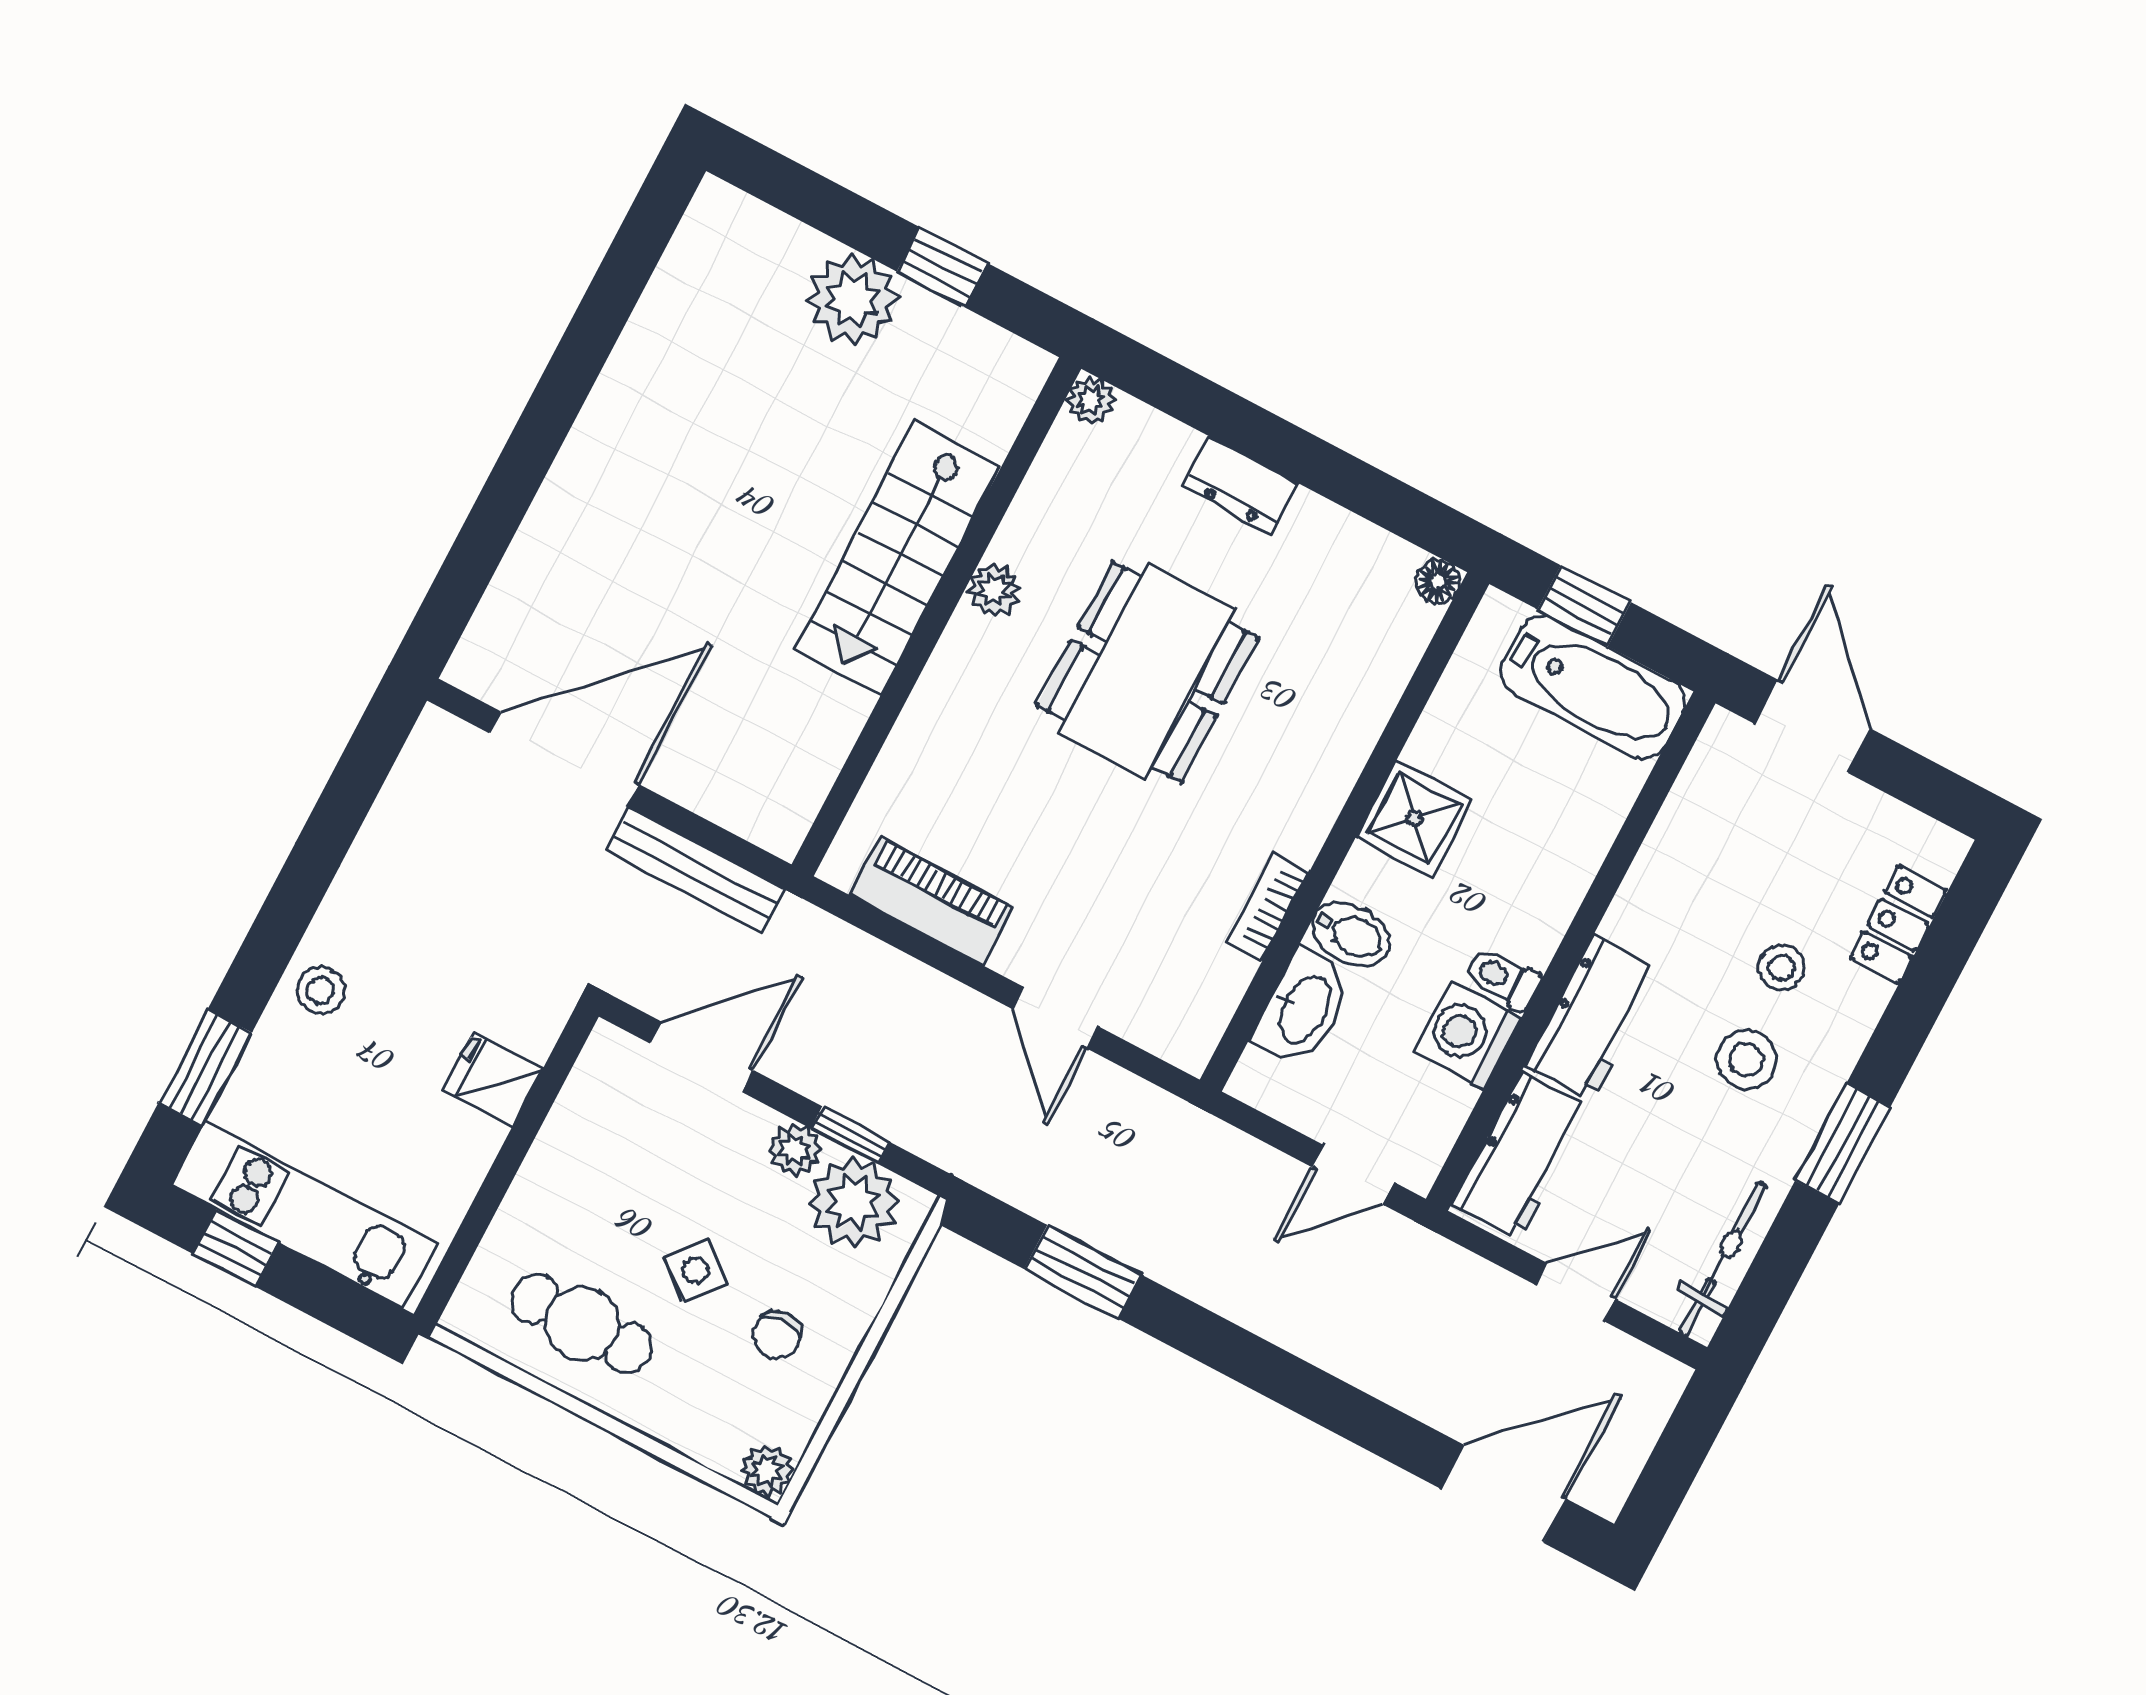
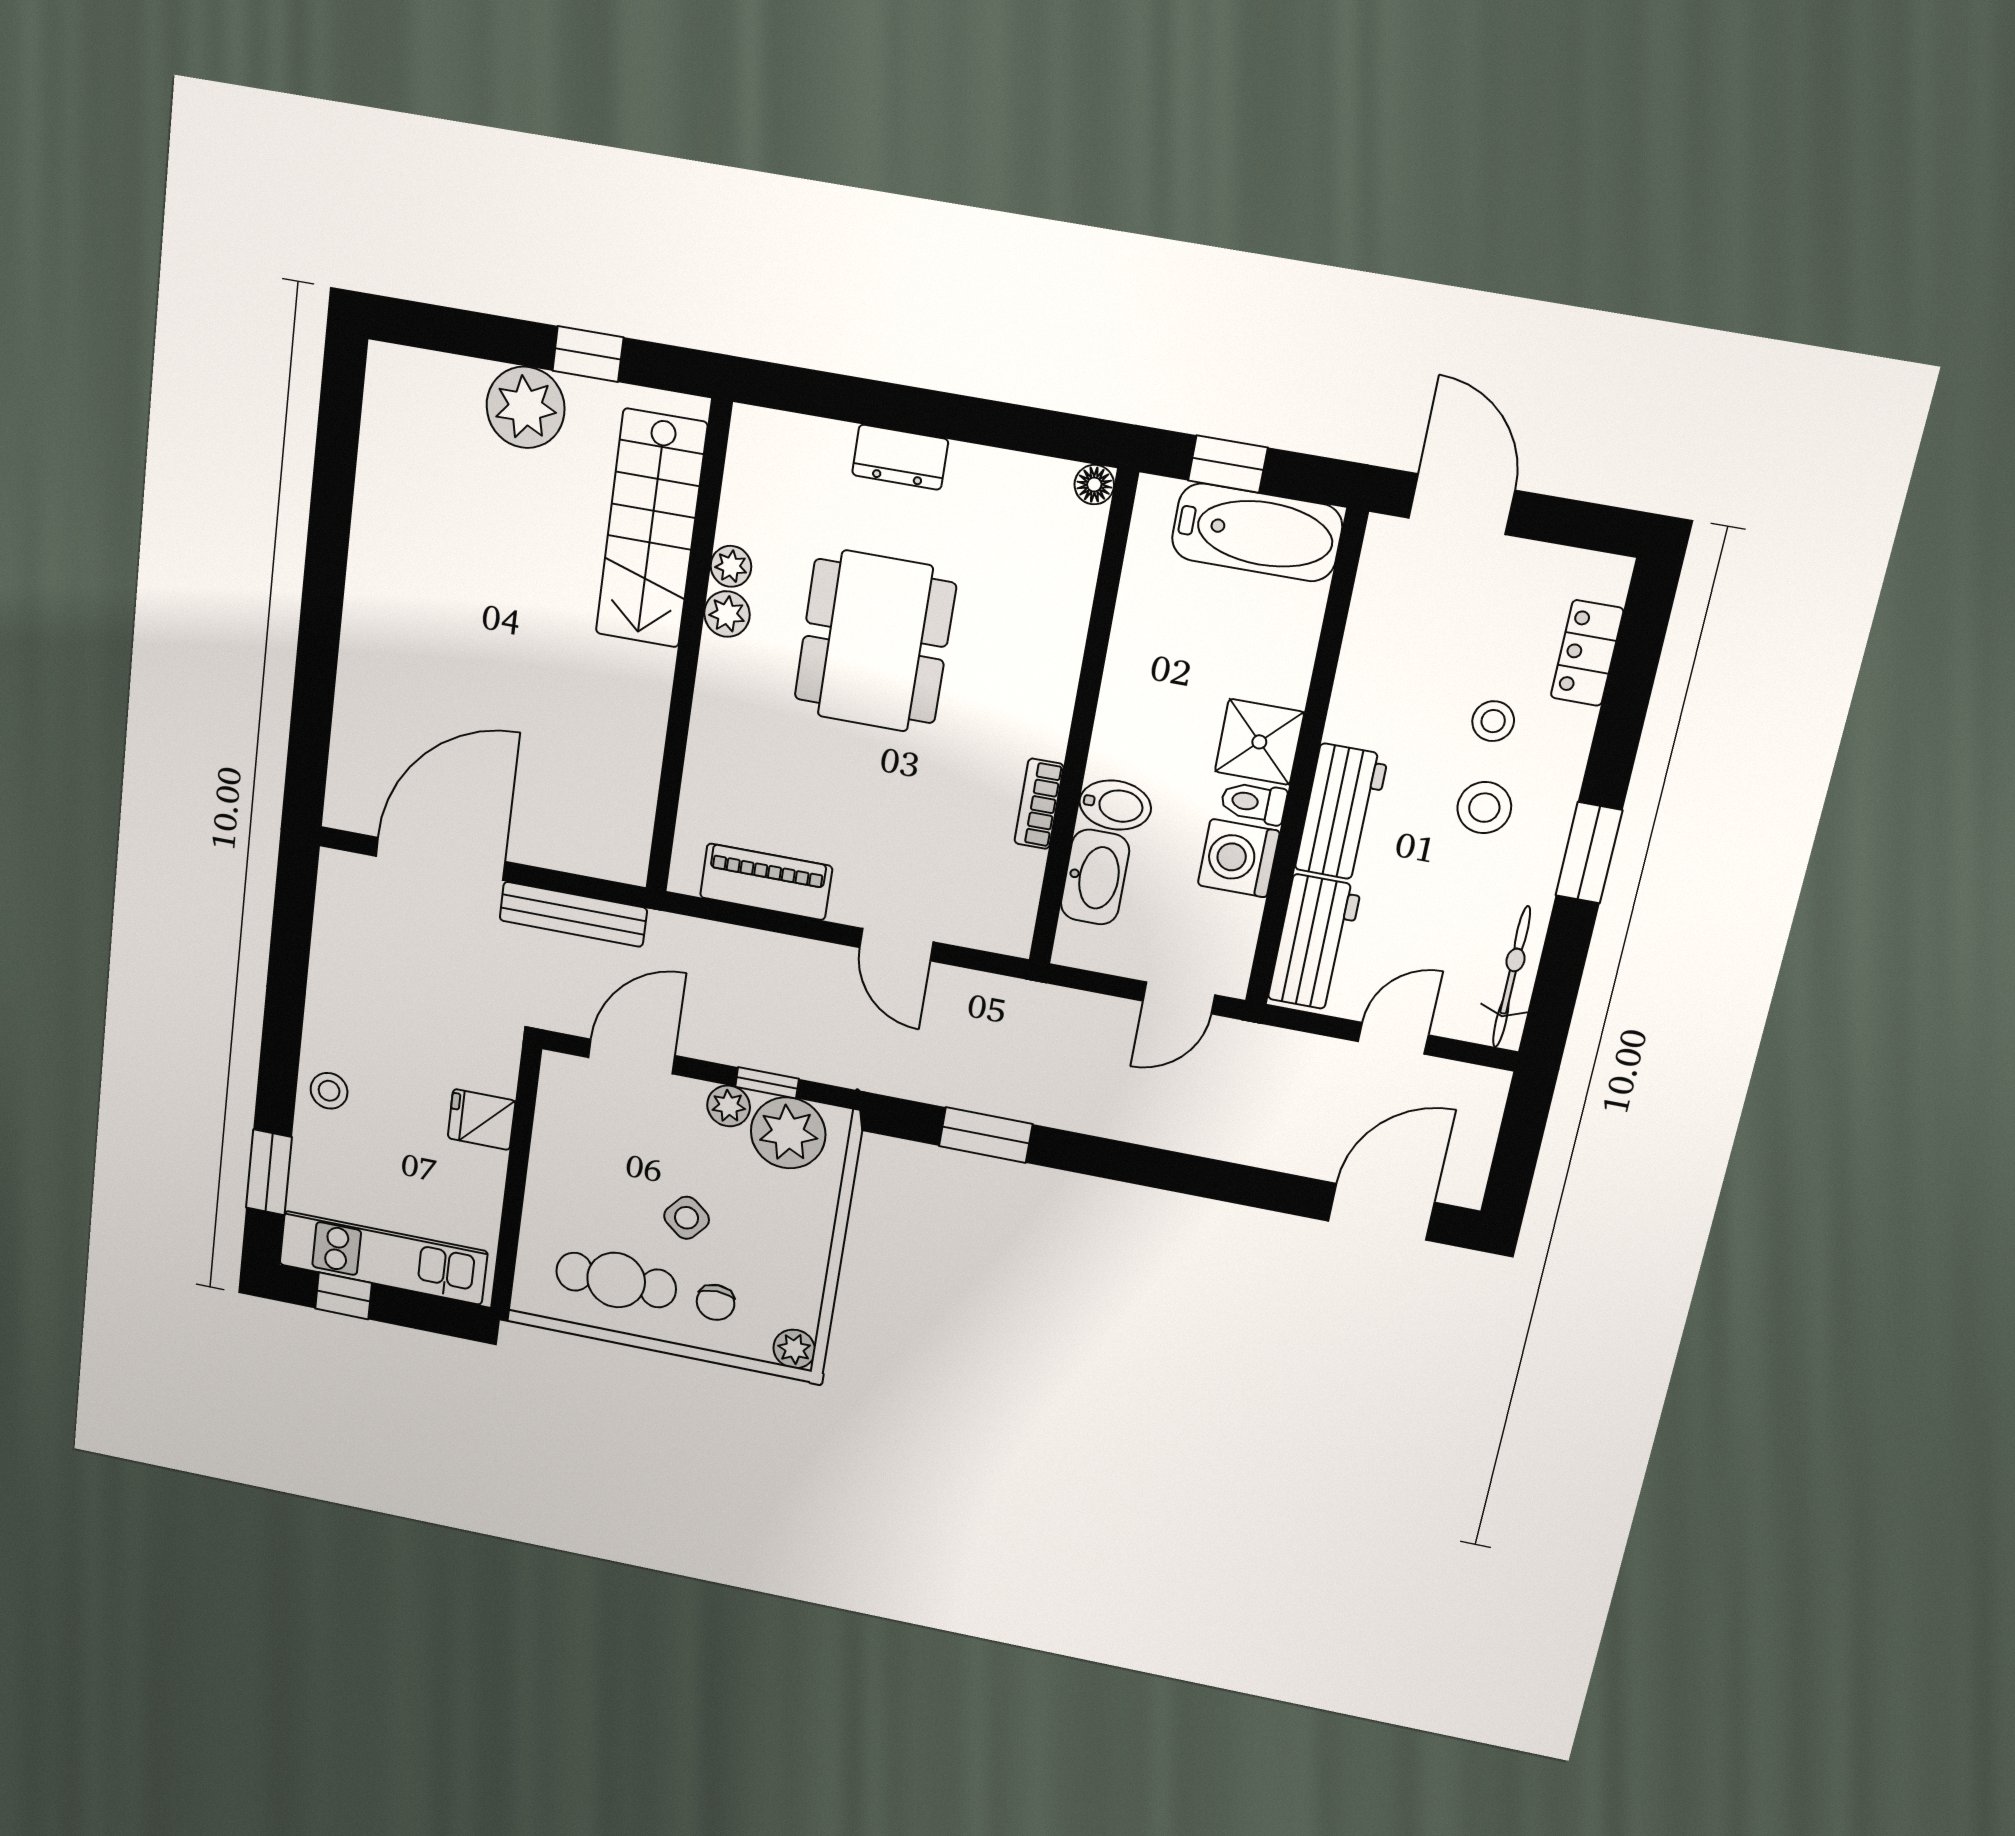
plant: (1091, 400) -> (731, 566), moved
stairs: (898, 559) -> (651, 529), moved
shower: (1414, 818) -> (1259, 742), moved
chair: (777, 1335) -> (716, 1302), moved

